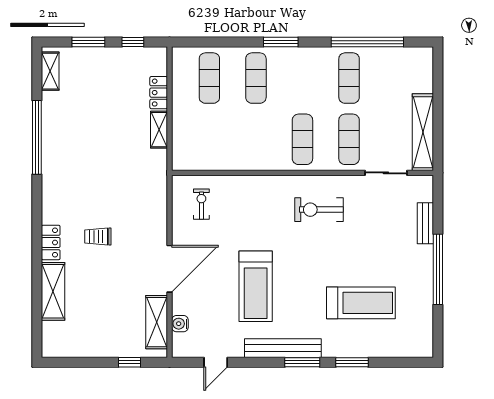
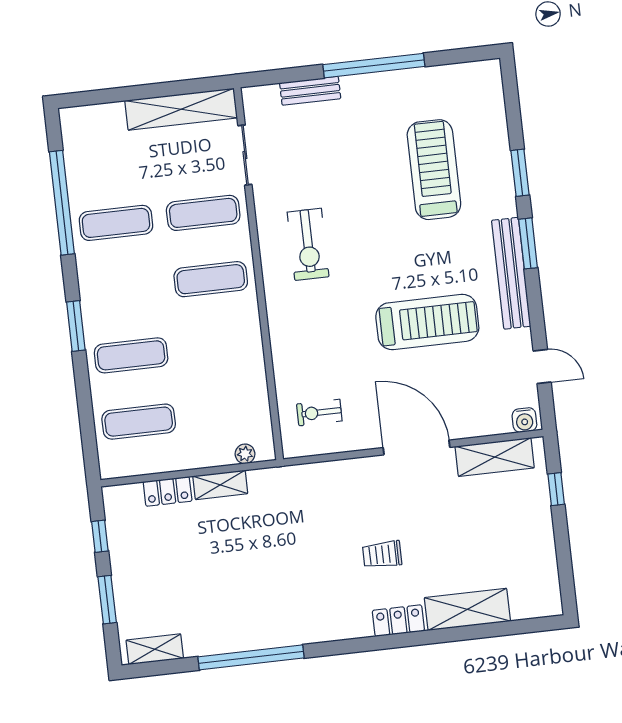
plant: (179, 149) -> (245, 454), added
trolley: (98, 236) -> (382, 554), turned 90
water cooler: (180, 324) -> (524, 420), moved

